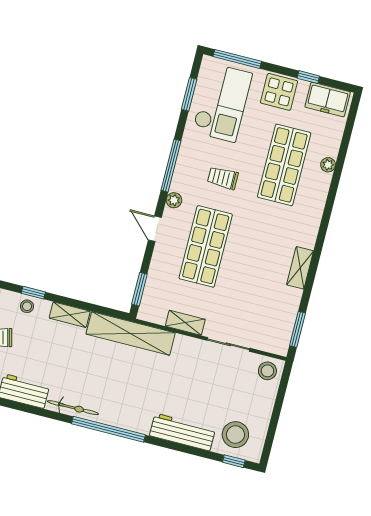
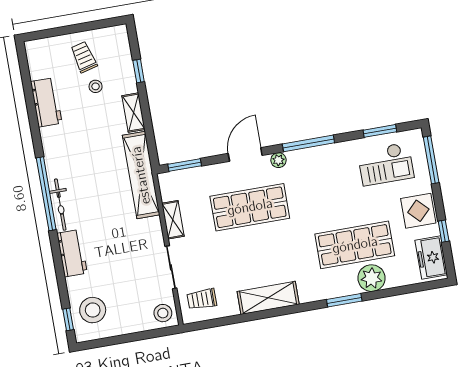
checkout: (222, 103) -> (386, 164), width x0.73, depth x0.83
plant: (328, 165) -> (371, 278), width x1.88, depth x1.88
trolley: (223, 178) -> (202, 299), moved, turned -90
door: (155, 229) -> (245, 154), width x1.38
shelving: (300, 268) -> (268, 298), width x1.50, depth x1.33
stool: (27, 306) -> (96, 86), moved
window: (298, 329) -> (344, 300), moved
bicycle: (73, 408) -> (60, 205), moved
workbench: (182, 432) -> (72, 253), width x0.73

